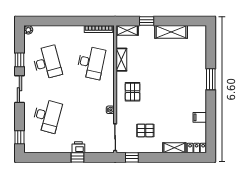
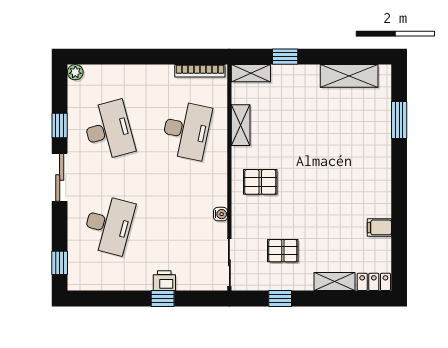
shelving: (171, 32) -> (349, 76), moved
window: (211, 79) -> (399, 120), moved
pallet: (133, 92) -> (260, 182), turned 90
window: (132, 157) -> (280, 298), moved

